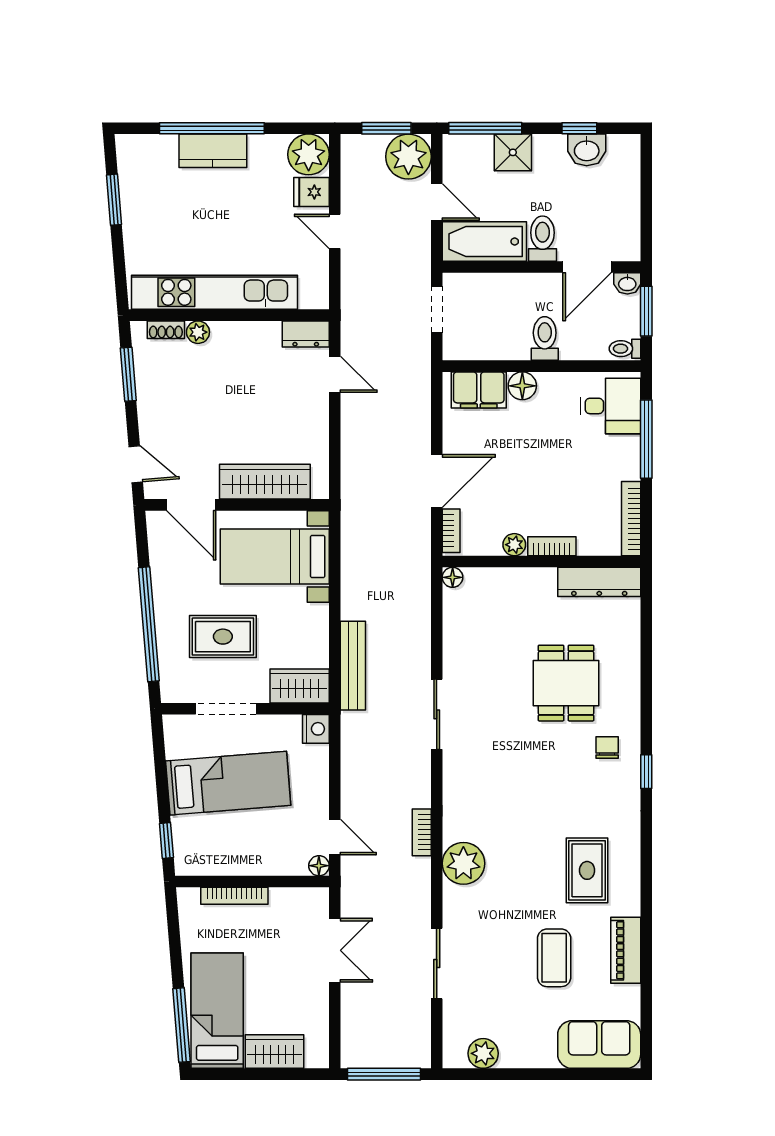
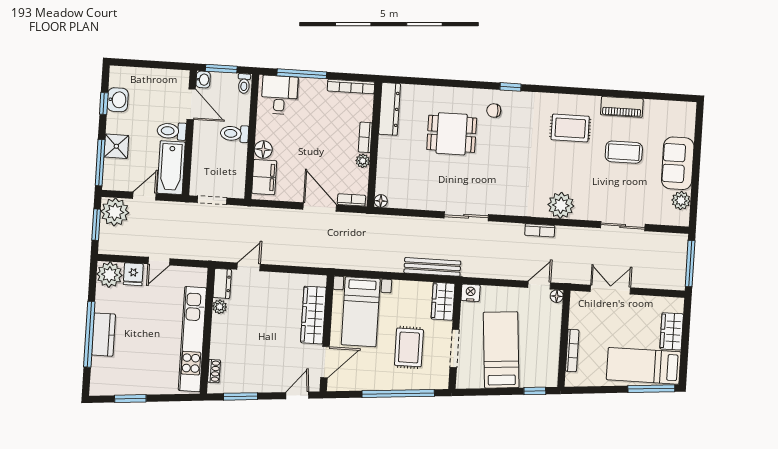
plant: (198, 332) -> (220, 307), moved
sofa: (599, 1045) -> (678, 163), moved

